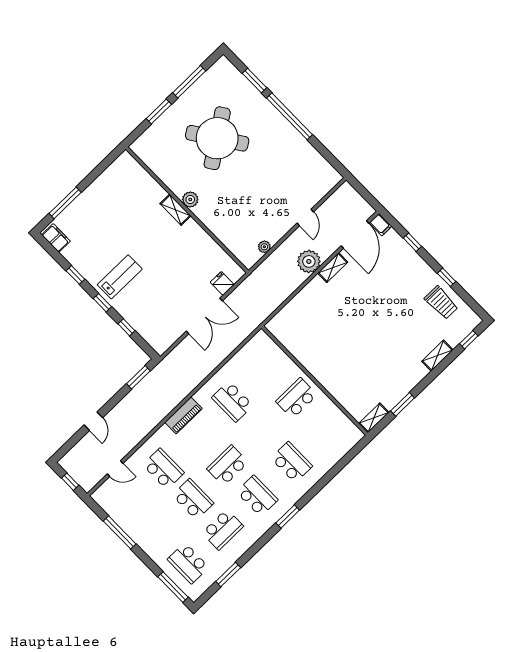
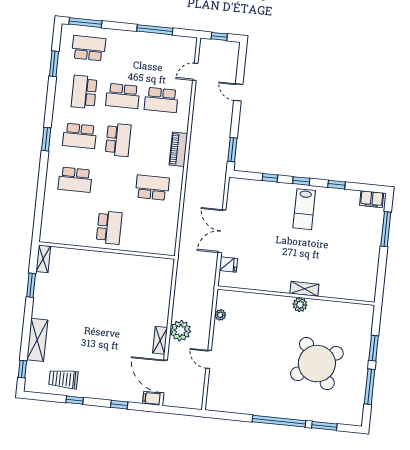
shelving: (437, 356) -> (37, 340), width x1.50, depth x1.33

